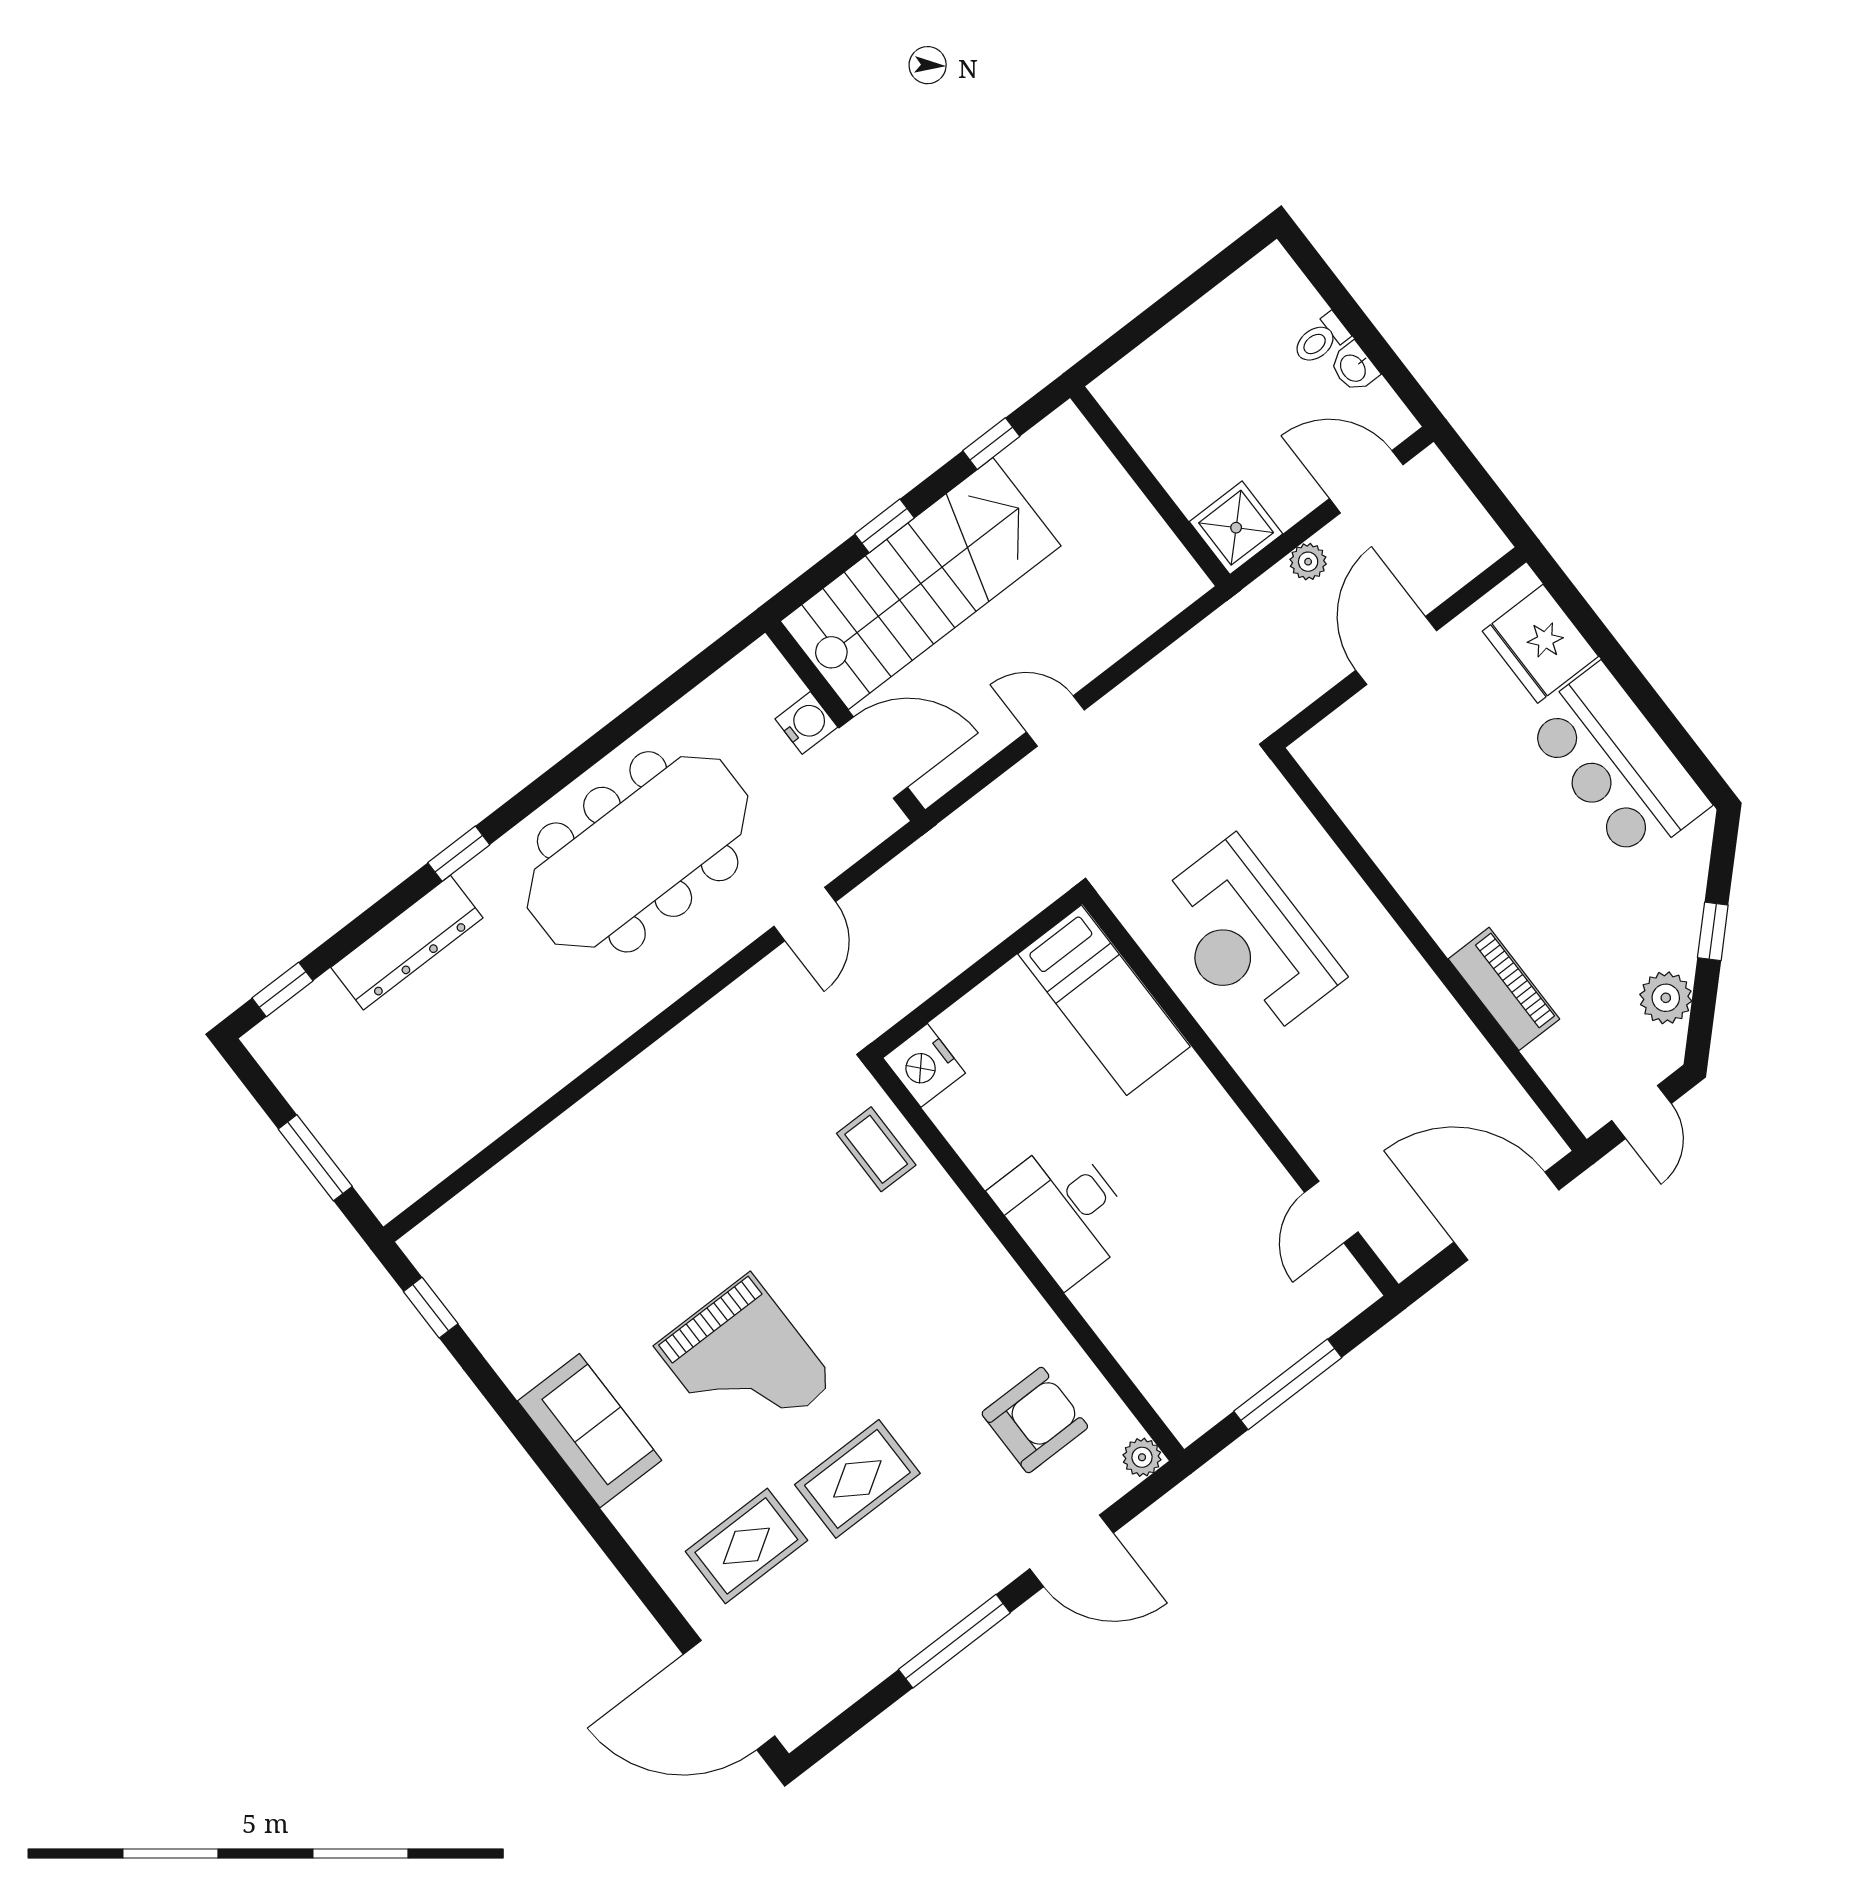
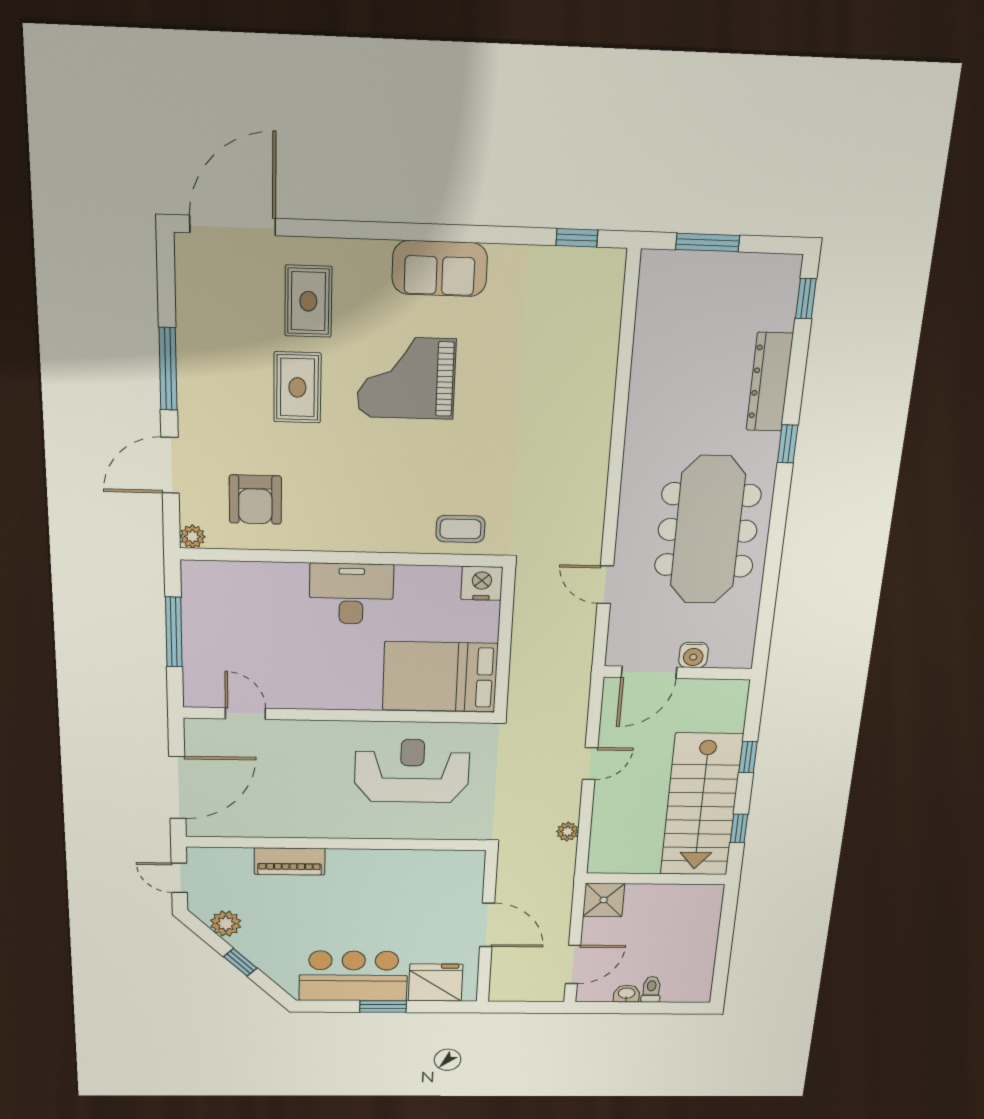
plant: (1308, 562) -> (568, 832), moved
stairs: (921, 584) -> (701, 805), moved
window: (1634, 683) -> (383, 1007), added
bed: (1104, 1000) -> (440, 677), width x1.50

